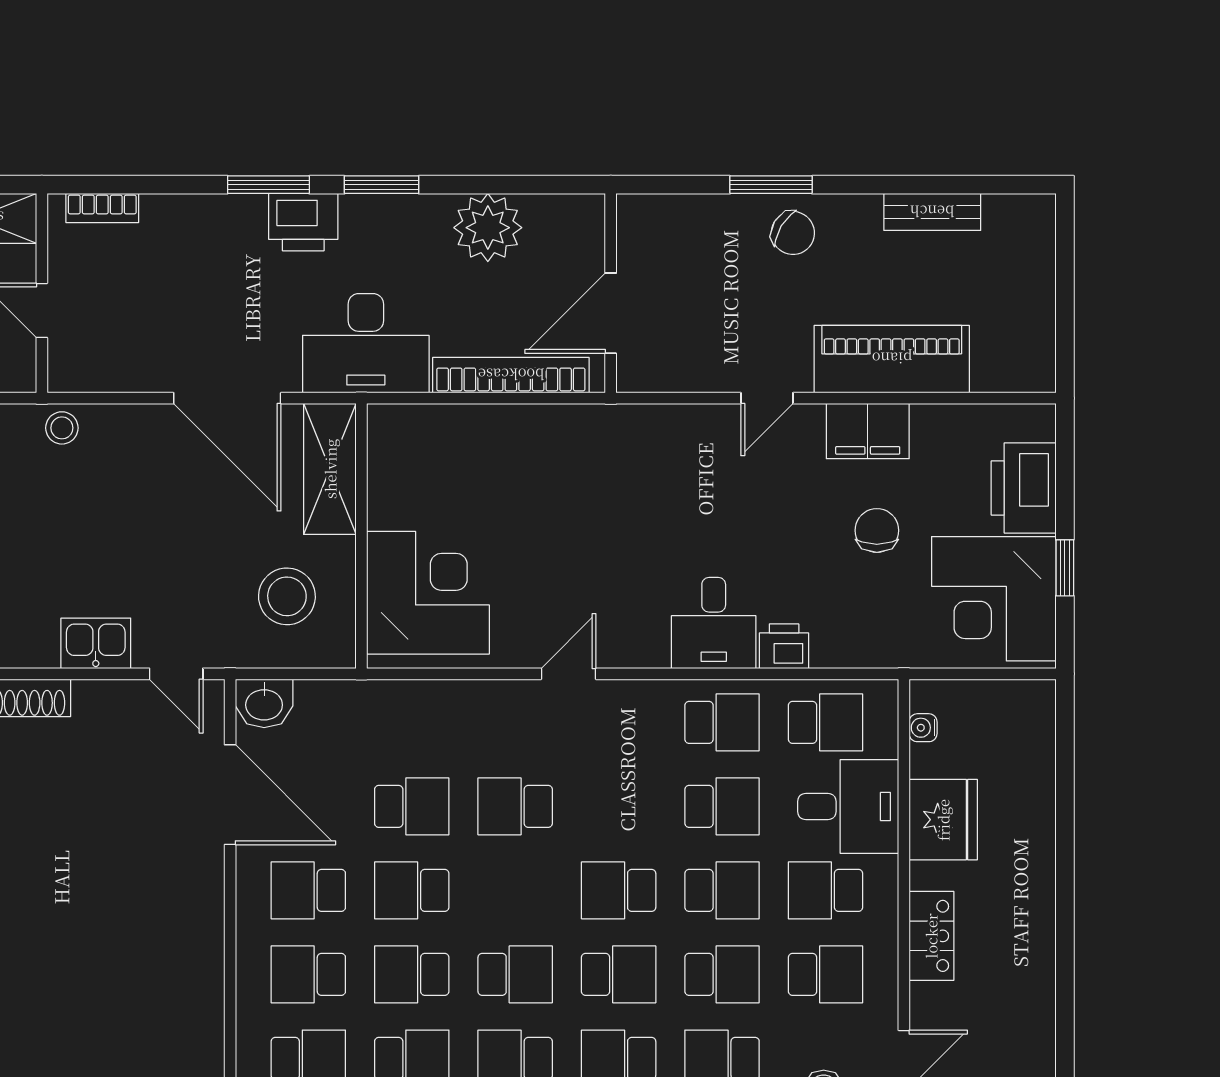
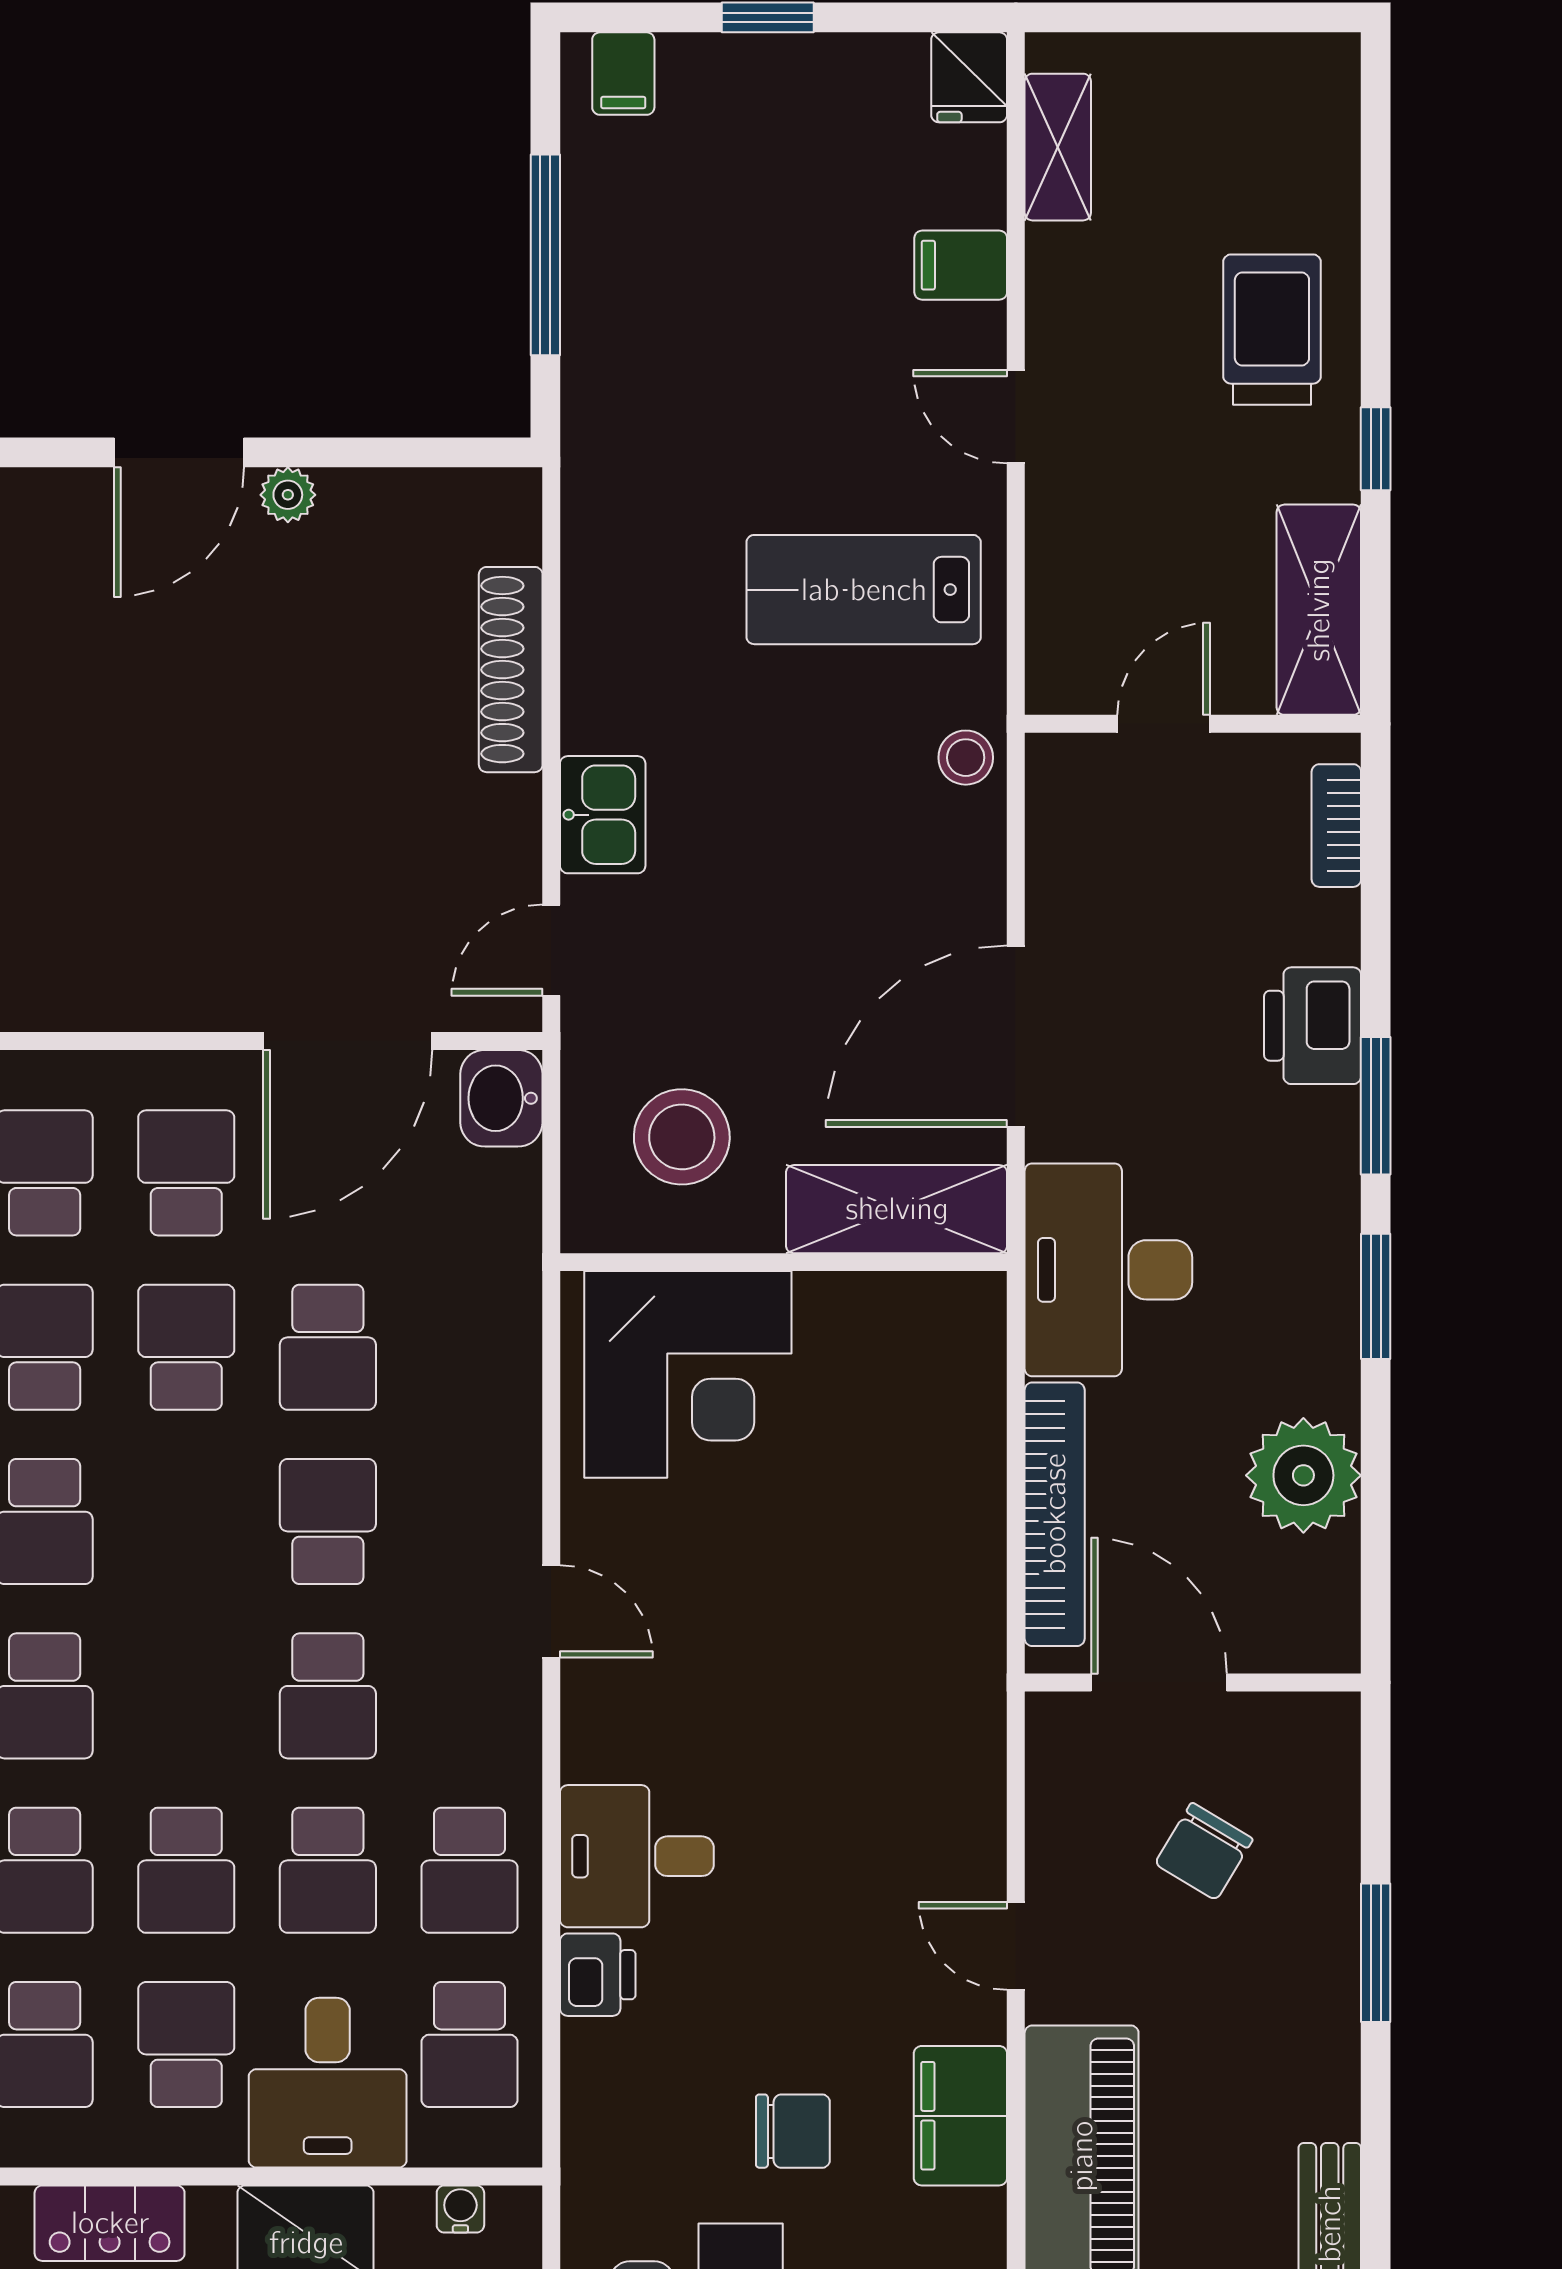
printer: (303, 222) -> (1313, 1026), moved
chair: (793, 233) -> (1204, 1851), moved
school desk: (619, 890) -> (328, 1696), moved, turned 180

